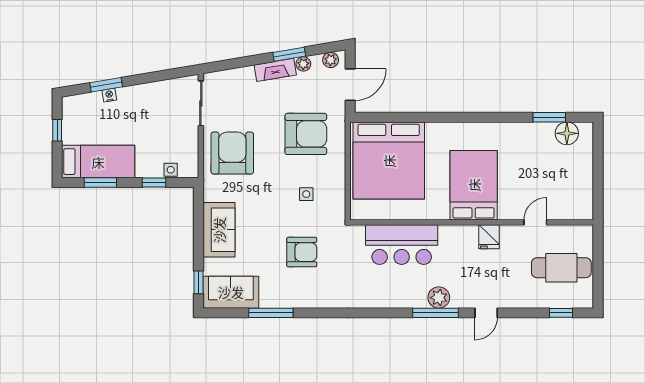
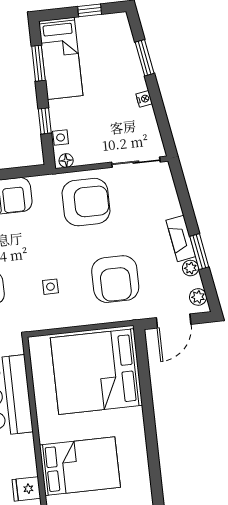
door: (350, 85) -> (174, 321), hinge flipped
nightstand: (109, 95) -> (144, 99), moved
floor lamp: (192, 167) -> (66, 160), added

